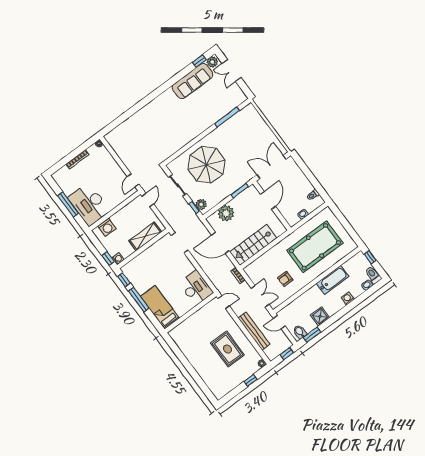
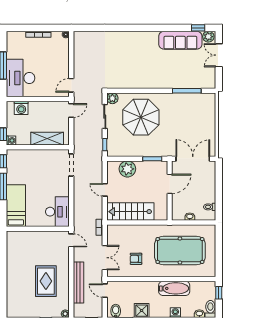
plant: (201, 204) -> (112, 98), moved
door: (220, 243) -> (105, 190), width x0.53

